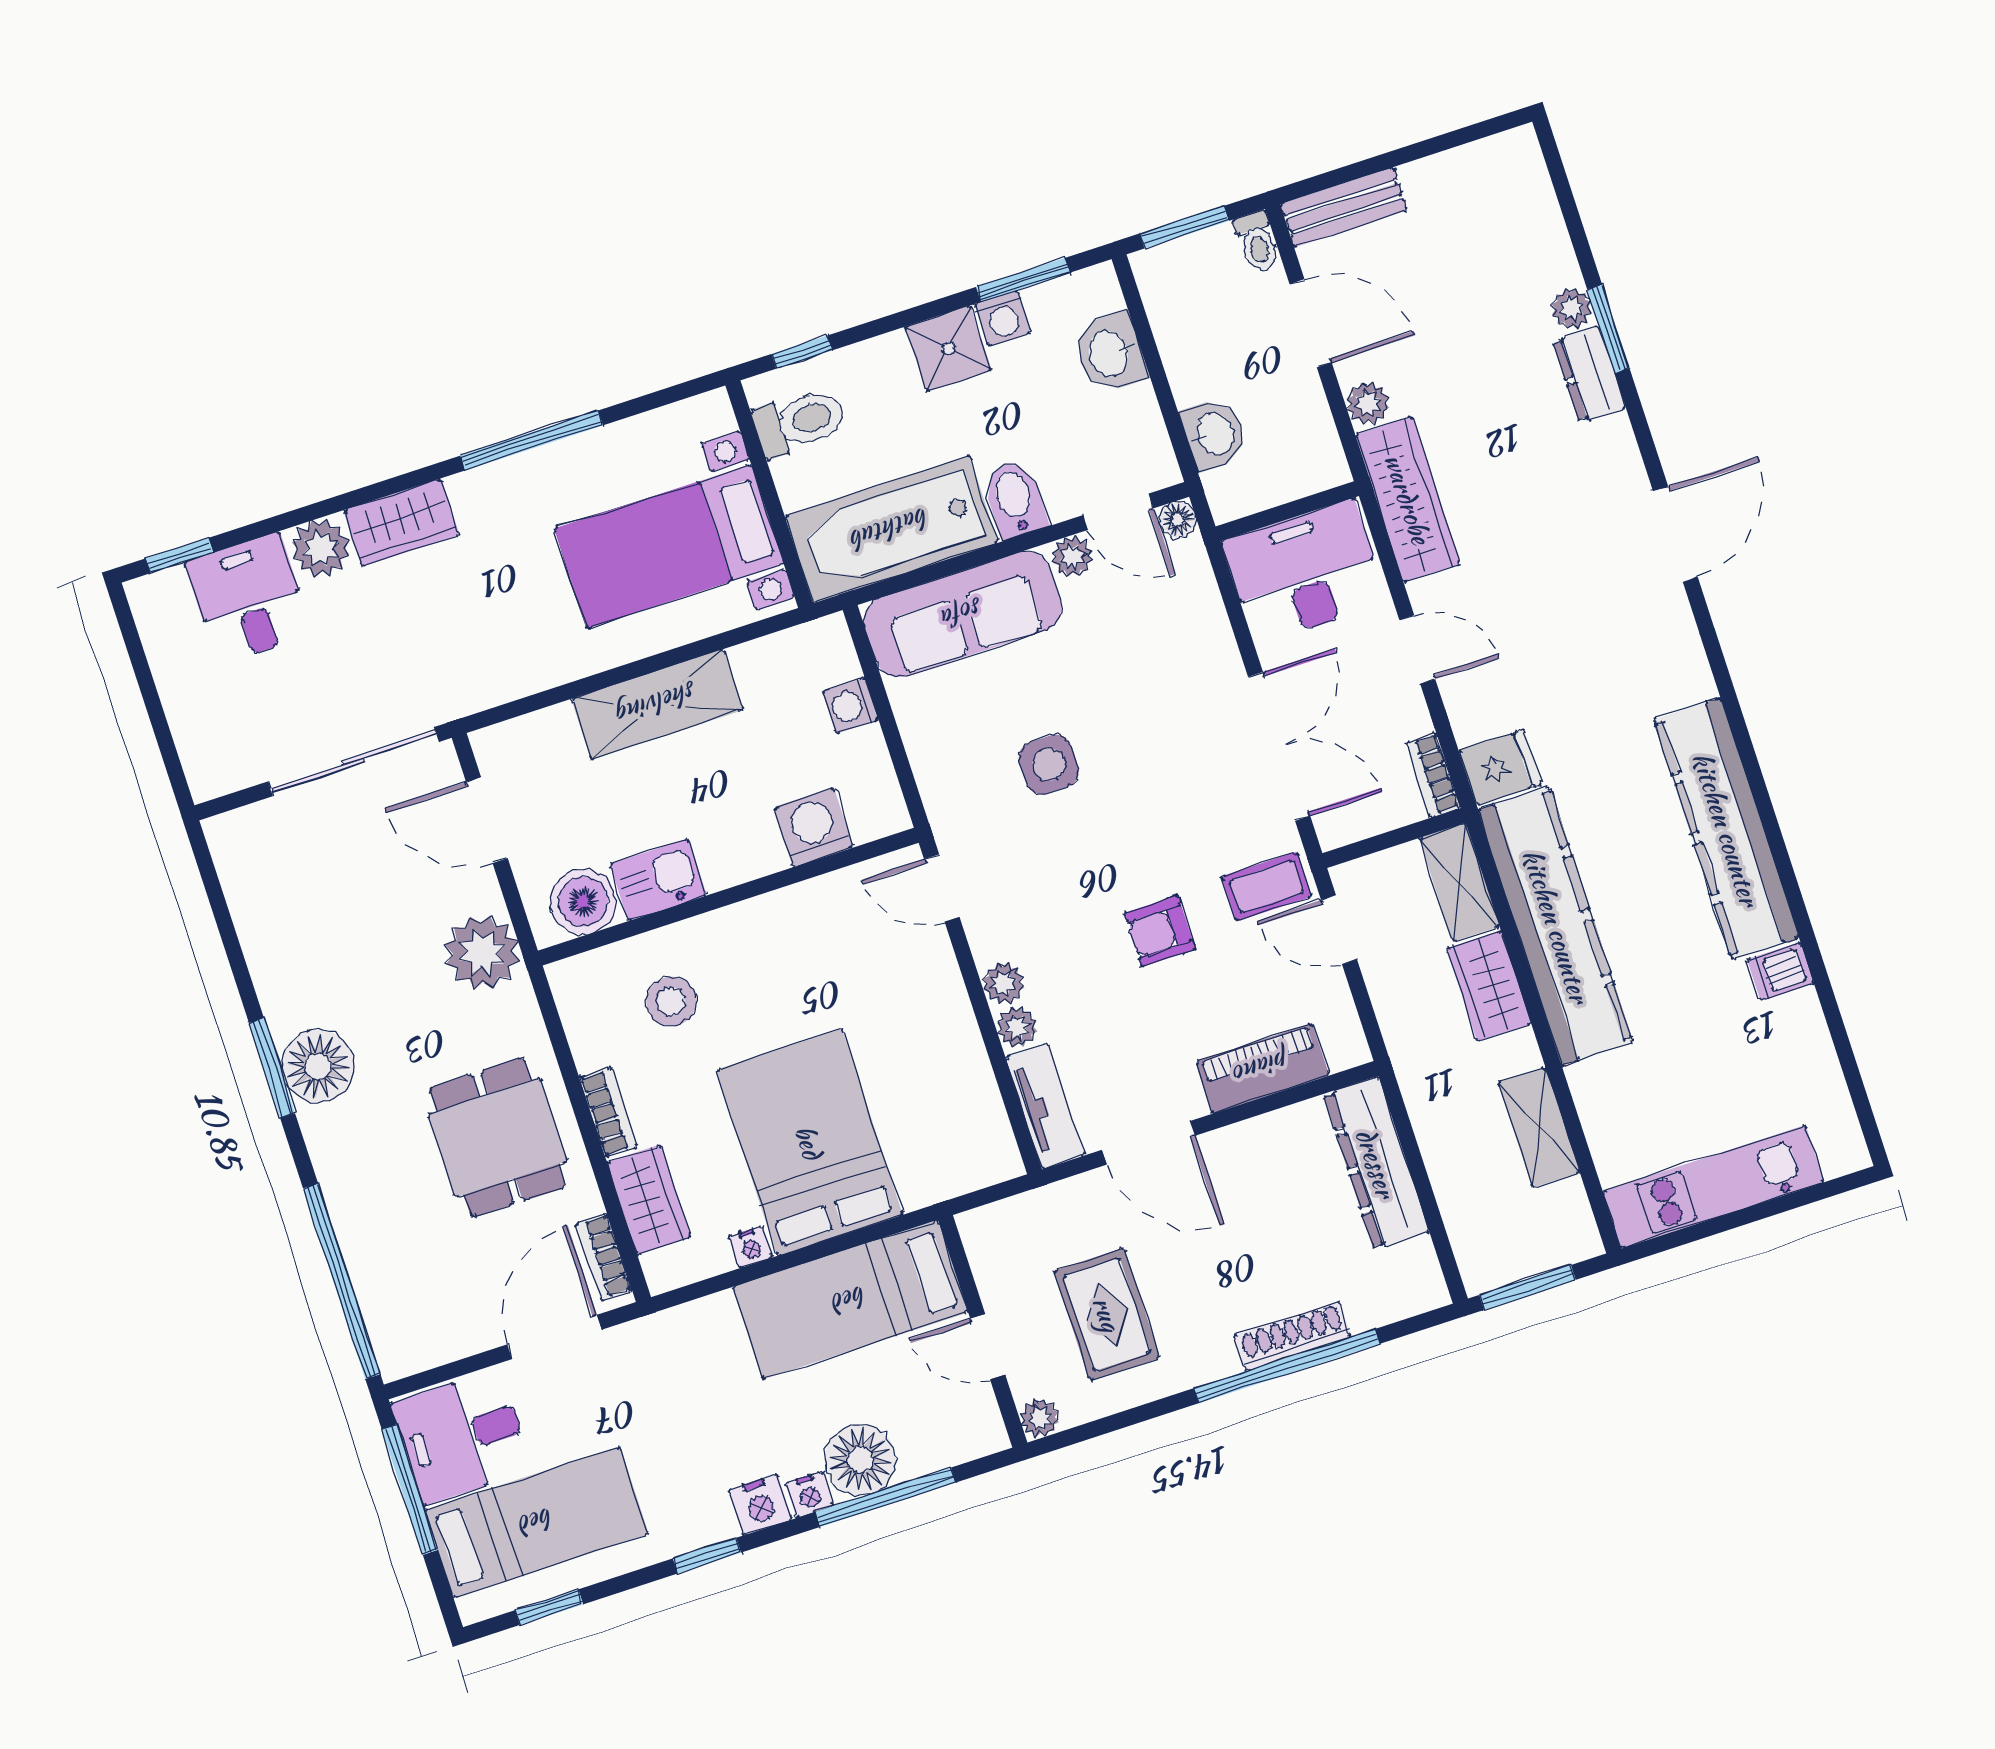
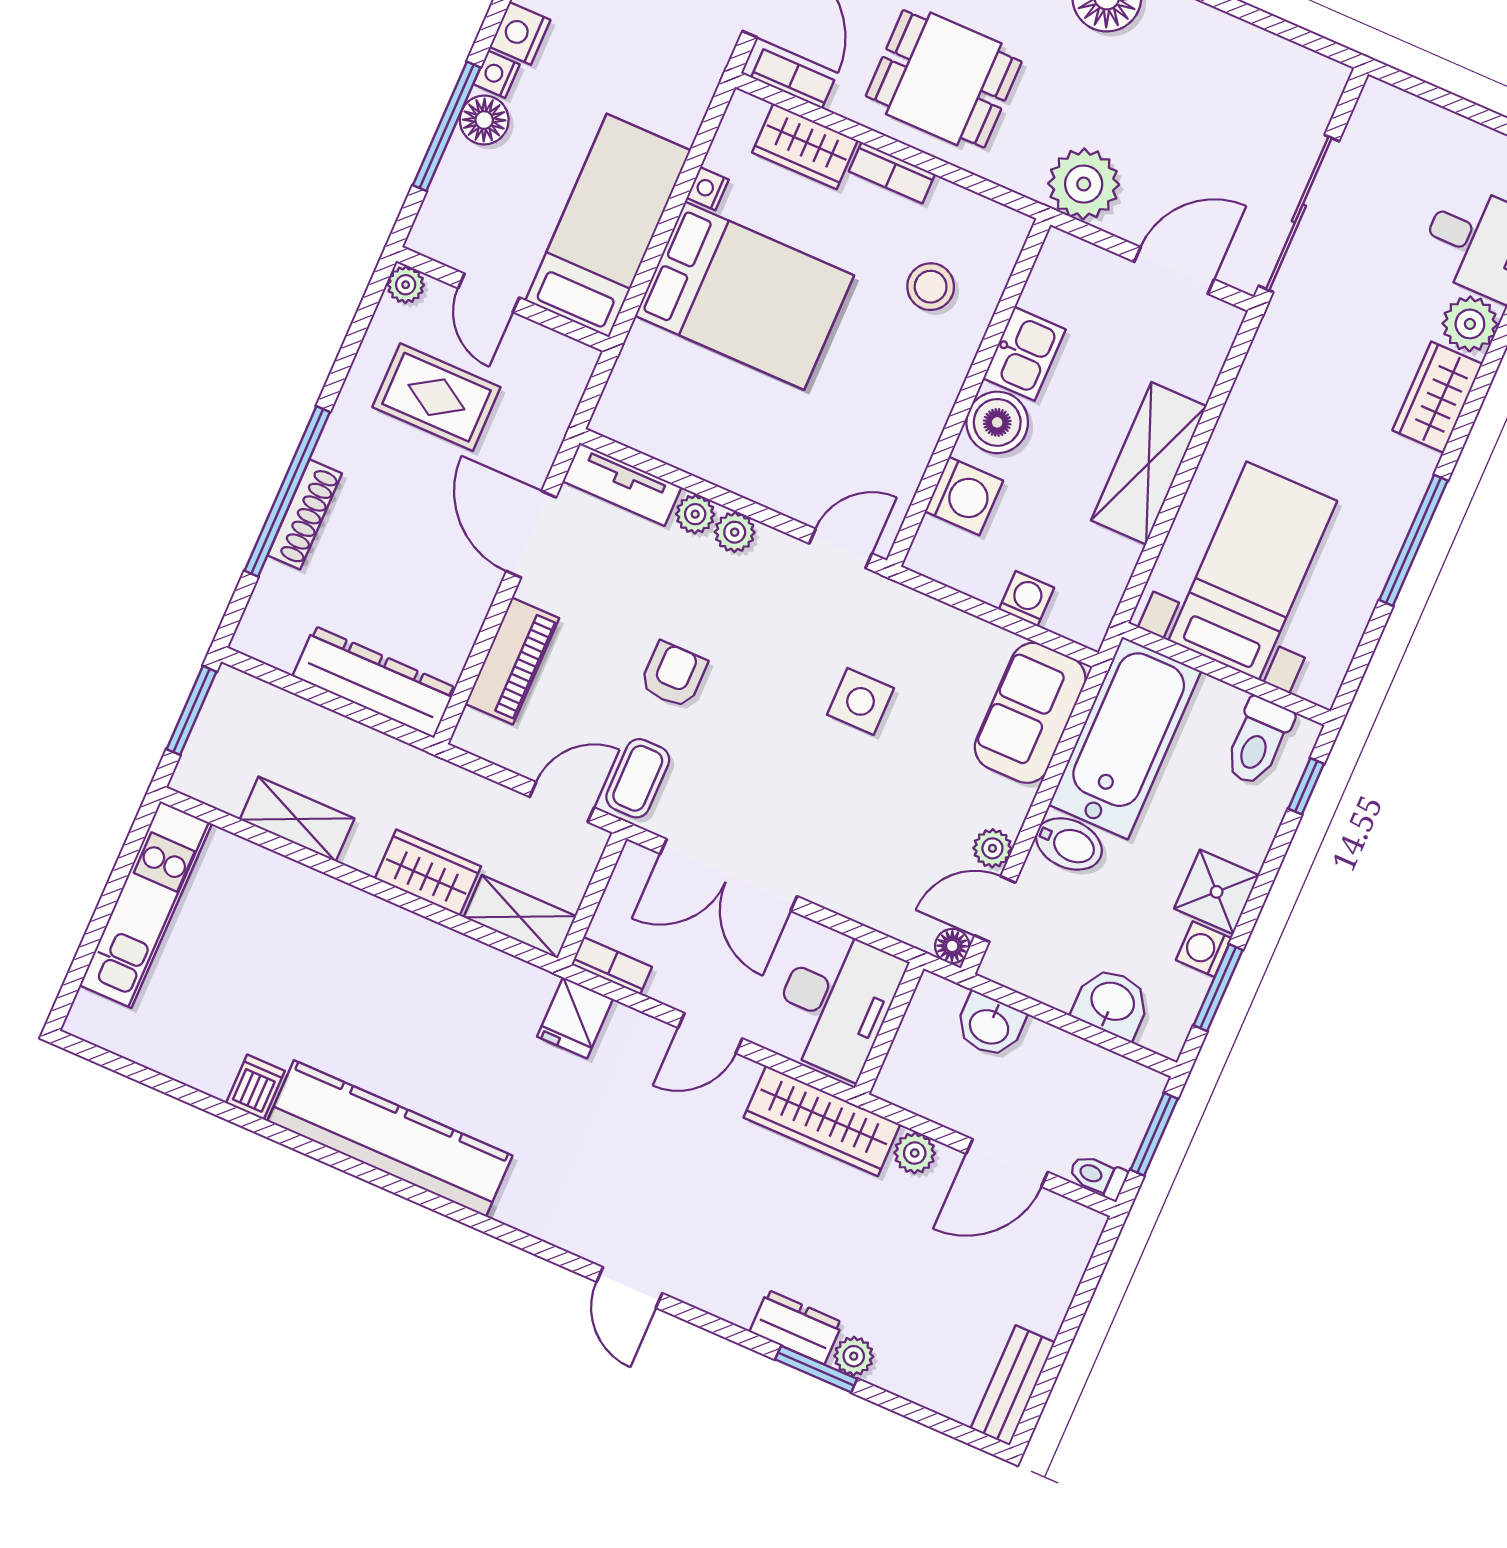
bench: (1344, 207) -> (1013, 1385), moved
door: (1675, 534) -> (629, 1288), width x0.73
sofa: (963, 614) -> (1030, 713), width x0.73
boiler: (583, 902) -> (997, 422), moved
kitchen counter: (1556, 926) -> (428, 957), removed
door: (1149, 1143) -> (531, 534), hinge flipped
door: (988, 1347) -> (489, 293), swing flipped
floor lamp: (860, 1460) -> (484, 120), width x0.73, depth x0.73

